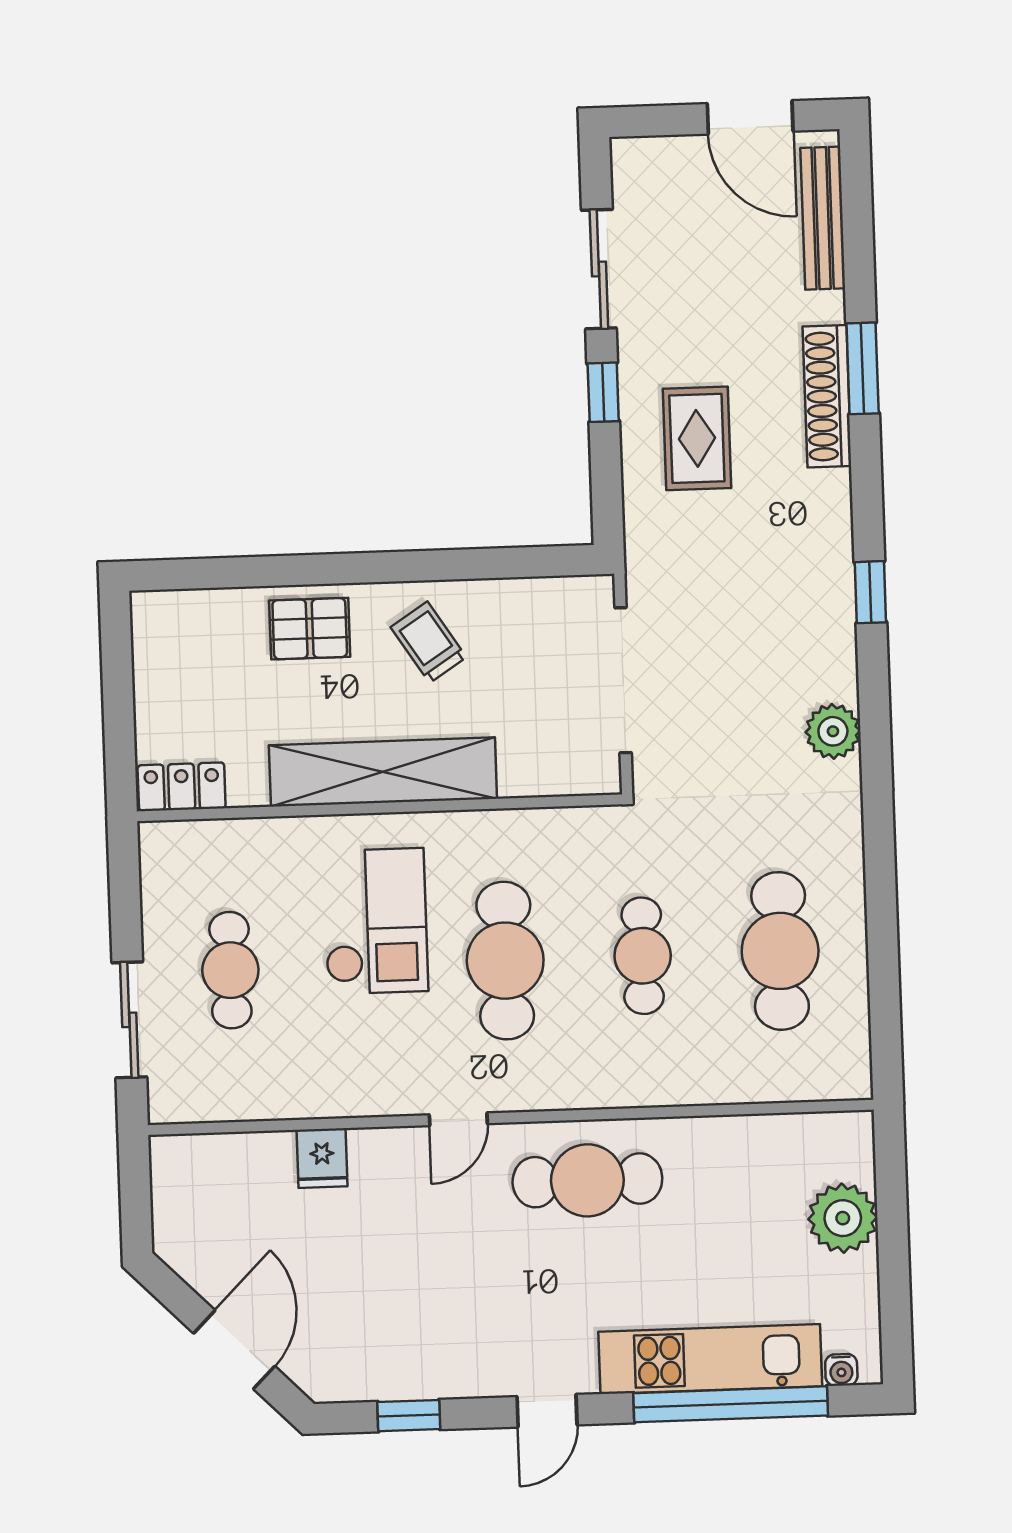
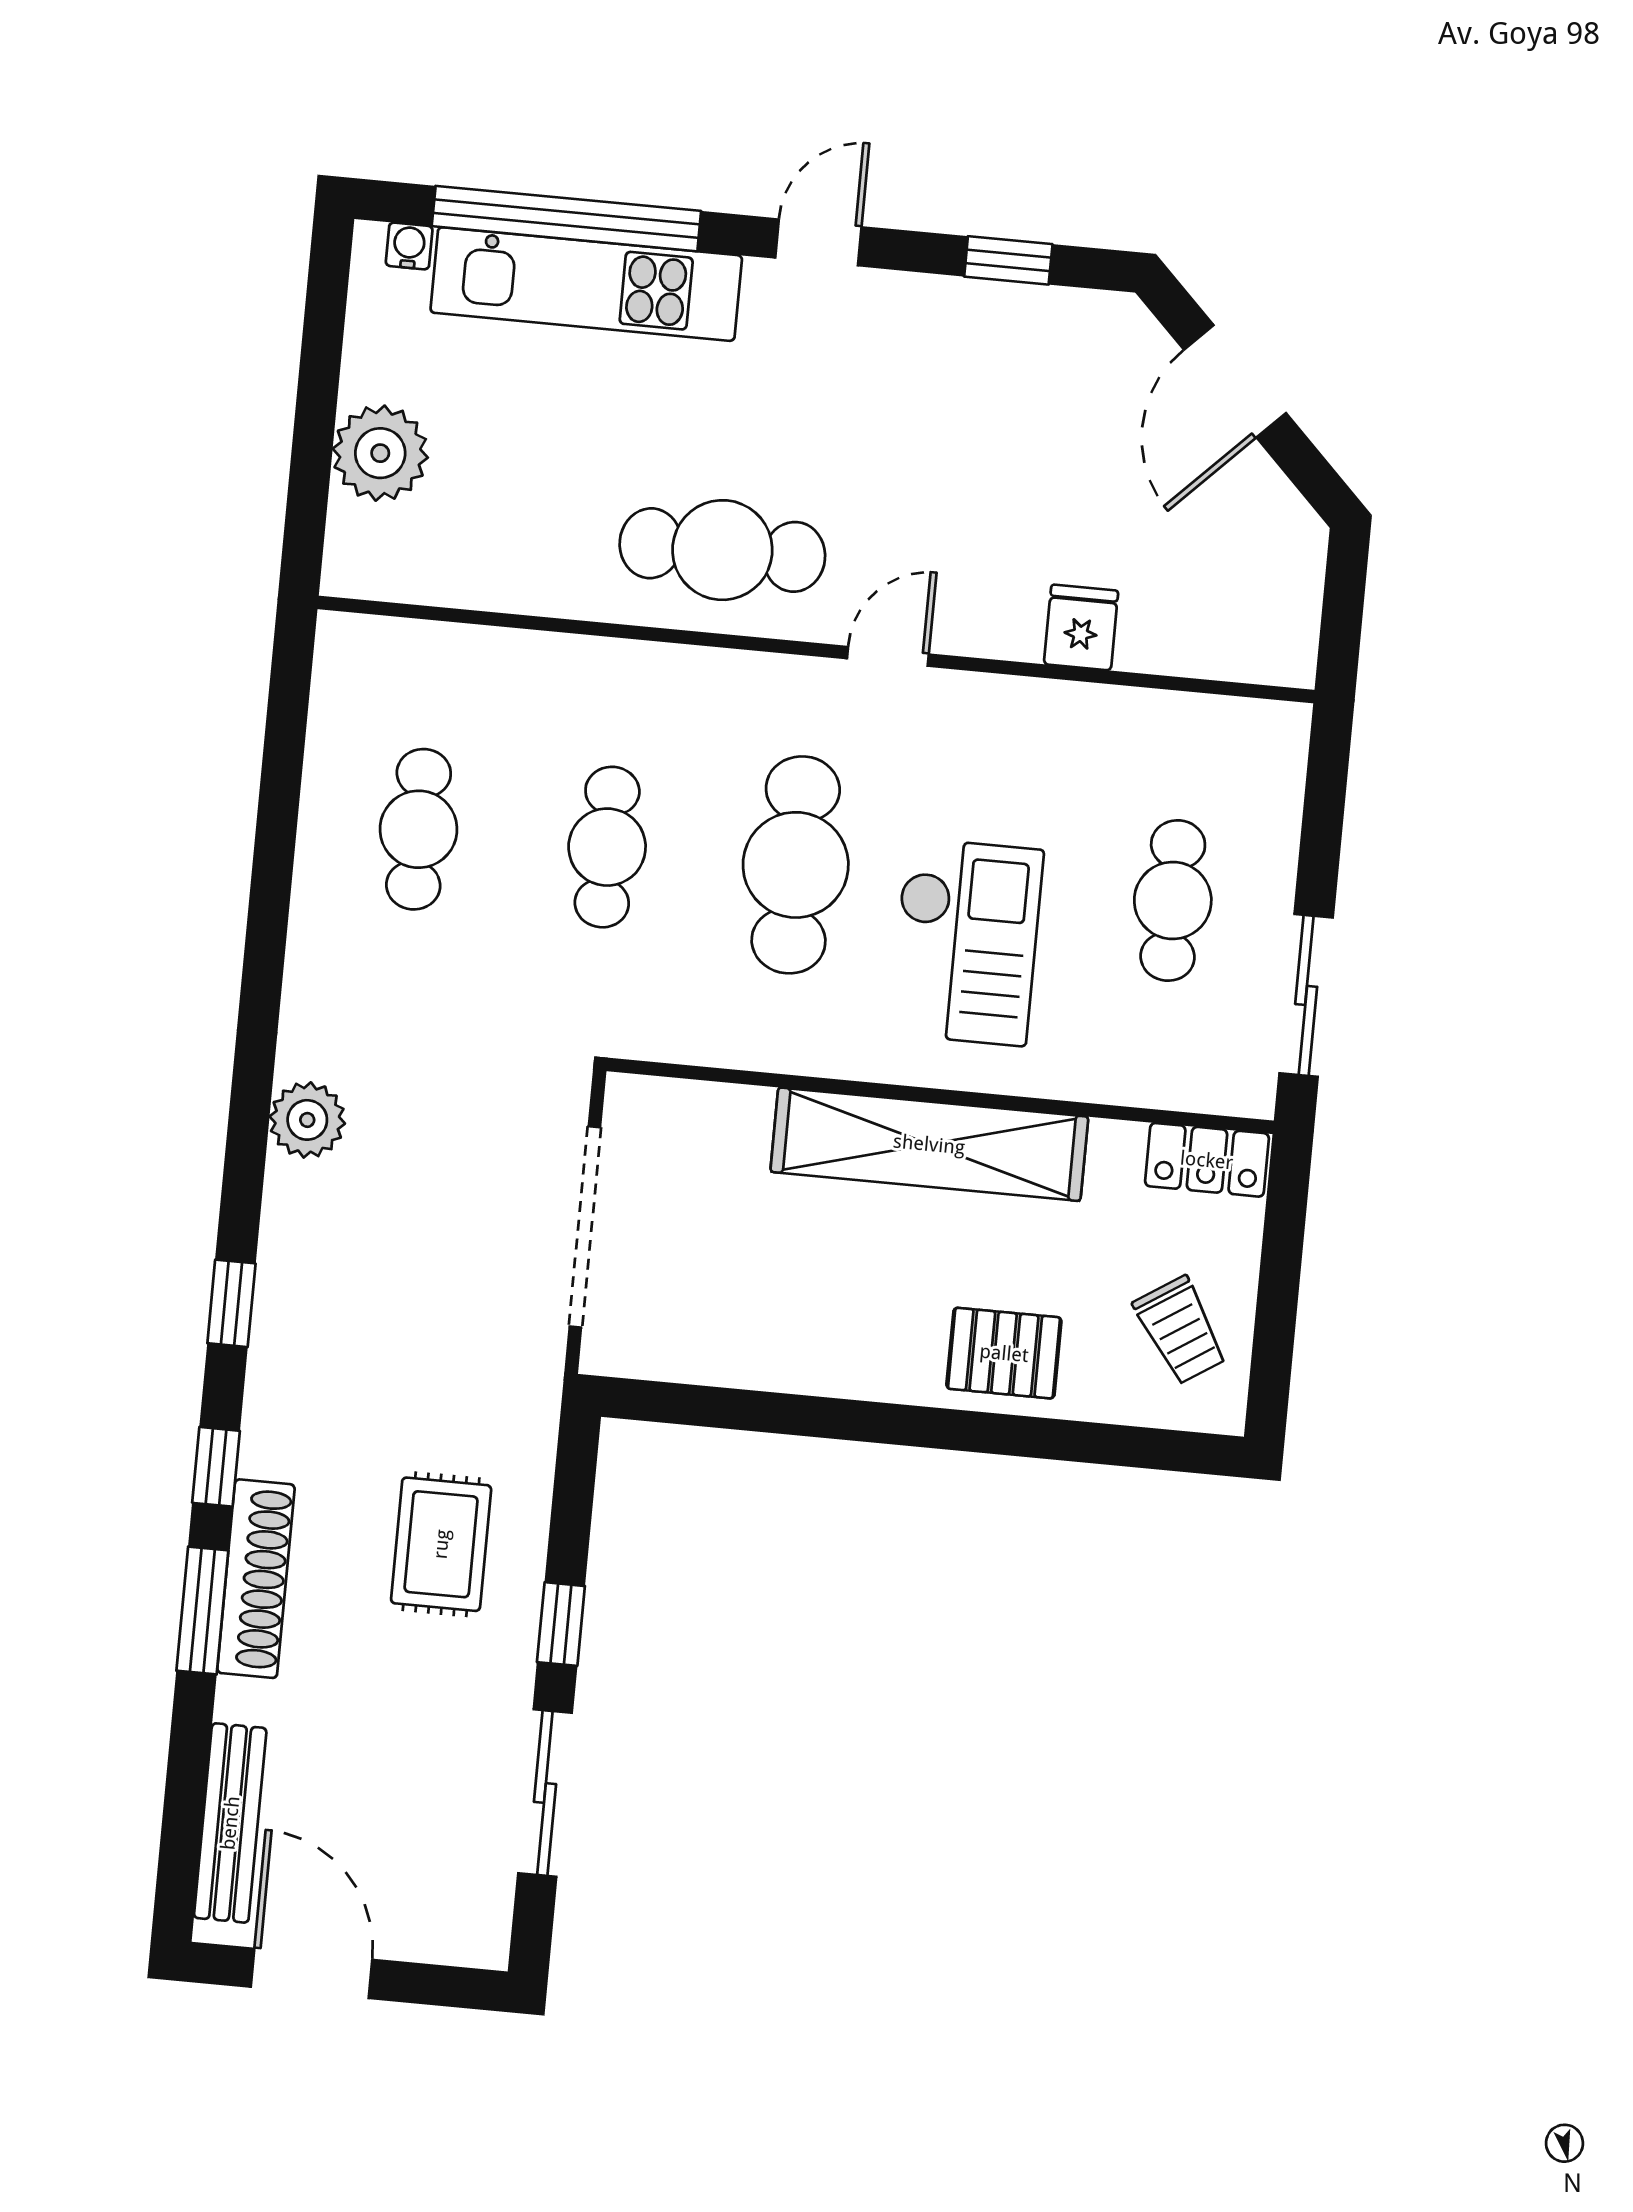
window: (866, 473) -> (216, 1467), added
trolley: (429, 642) -> (1180, 1330), moved
checkout: (375, 921) -> (966, 942), turned 180
cafe table: (780, 951) -> (419, 829), width x0.73, depth x0.74
sliding door: (129, 1020) -> (1306, 995), moved

